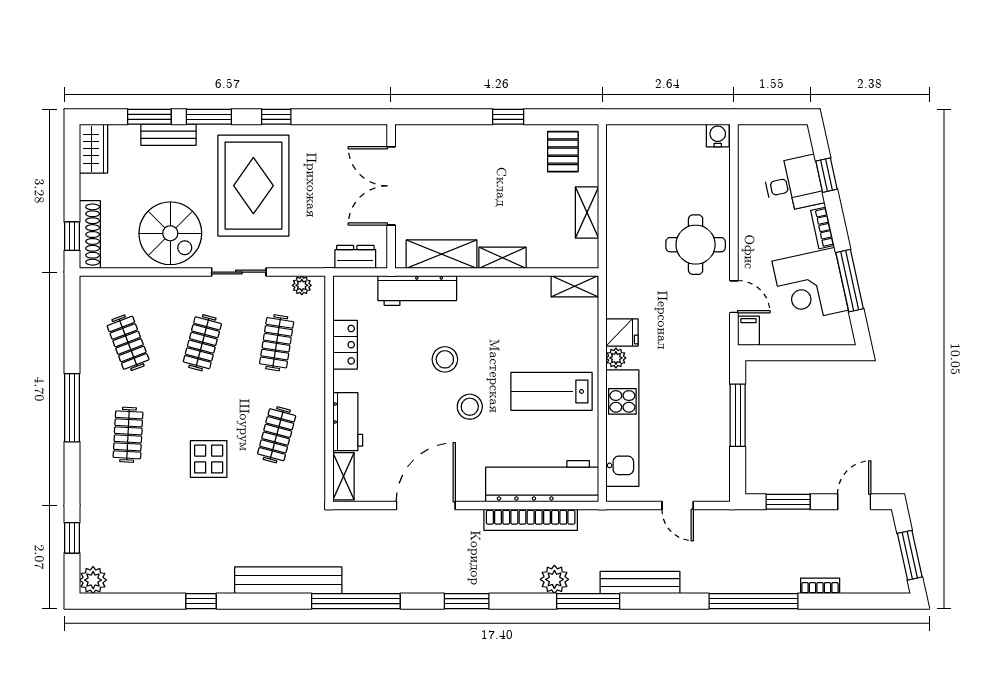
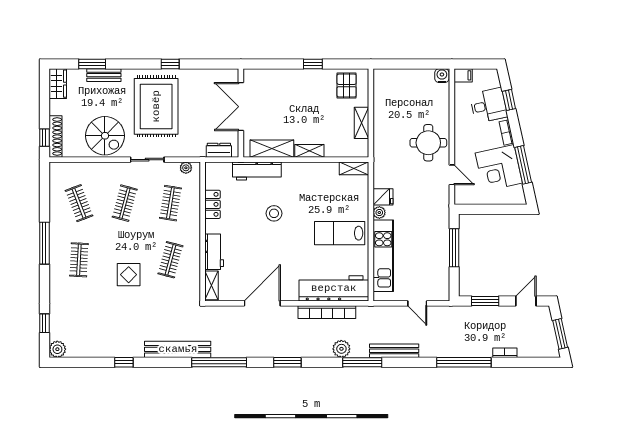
window: (209, 117) -> (129, 64), removed
filing cabinet: (749, 331) -> (463, 75), moved, turned 90
stool: (470, 407) -> (289, 242), removed

